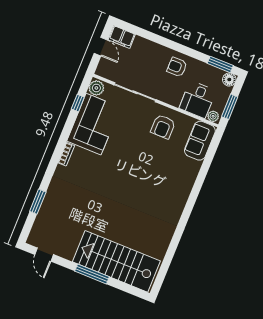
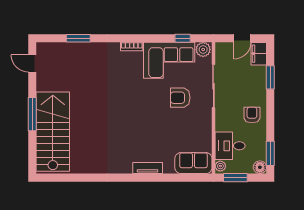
window: (148, 35) -> (270, 77), added
armchair: (163, 127) -> (180, 98), moved
tv unit: (187, 186) -> (148, 168), added
door: (44, 255) -> (32, 63), hinge flipped

